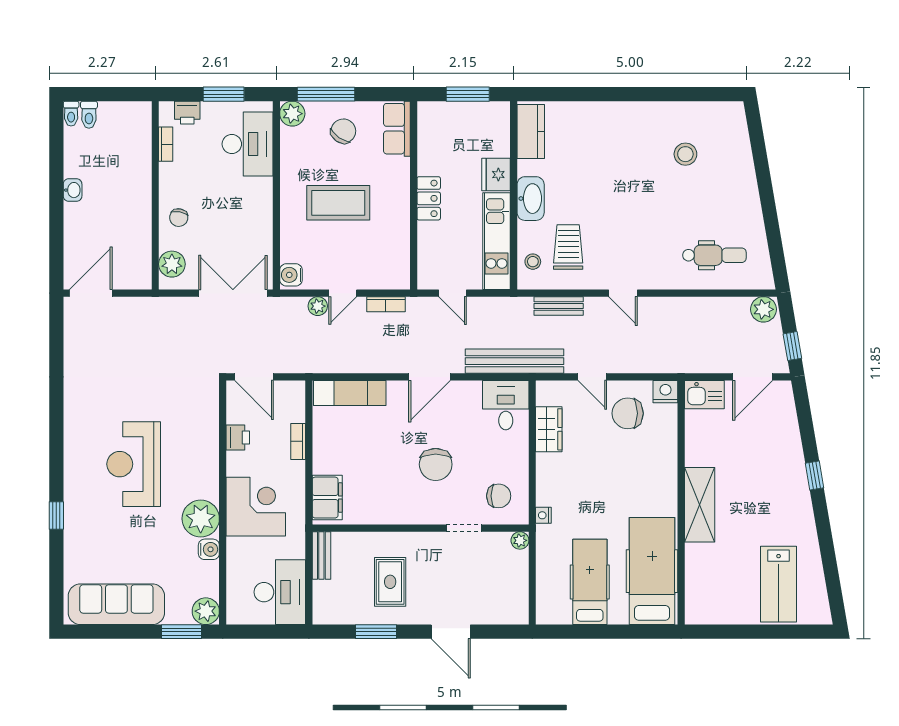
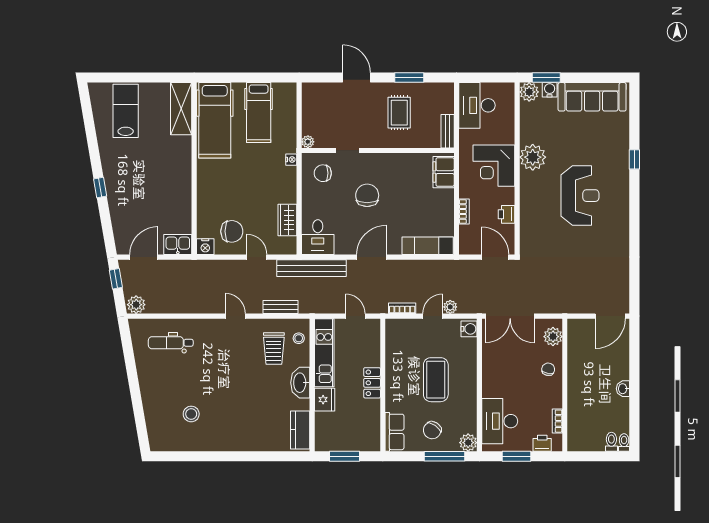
coffee table: (338, 203) -> (436, 380), turned 90
shelving: (700, 505) -> (181, 109), moved
water cooler: (209, 549) -> (550, 90), moved, turned 90

